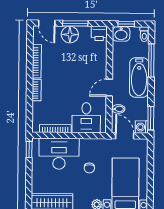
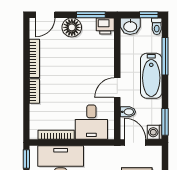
door: (47, 23) -> (45, 15), hinge flipped
window: (75, 23) -> (91, 15), moved
window: (126, 24) -> (149, 15), moved

